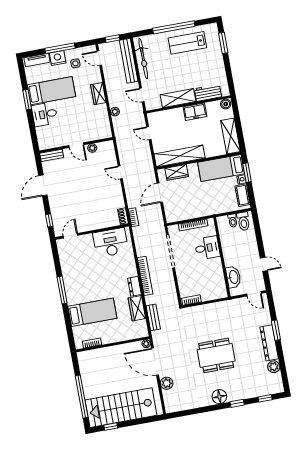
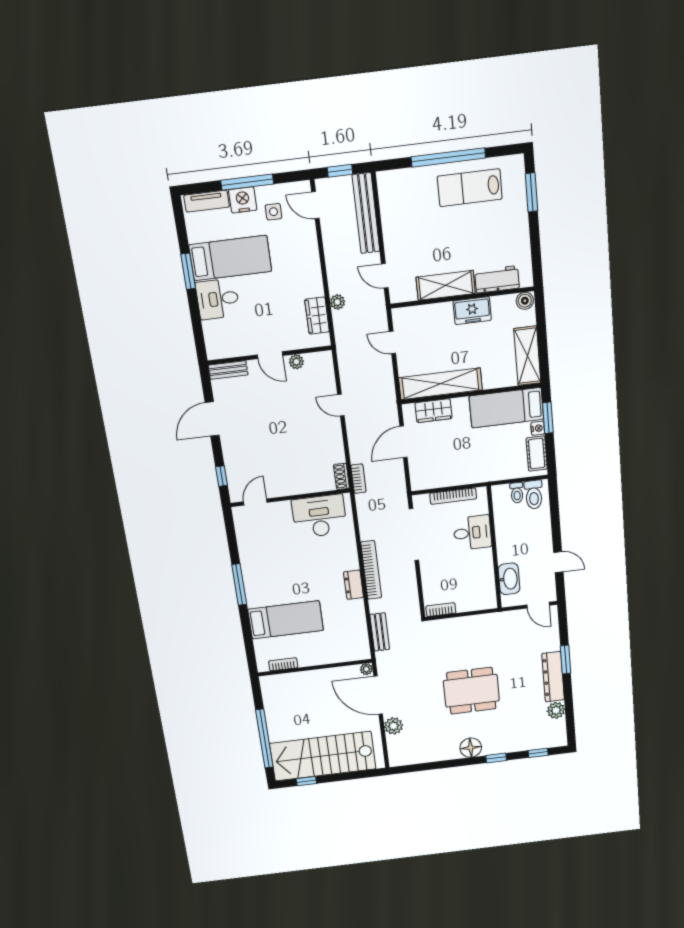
bicycle: (143, 59) -> (391, 211), removed
wardrobe: (98, 94) -> (317, 316), moved
wardrobe: (137, 308) -> (355, 617), removed

